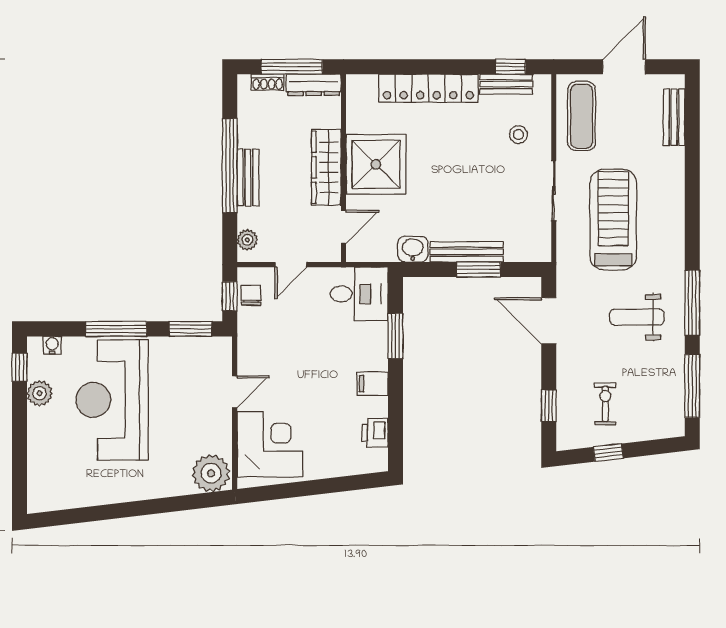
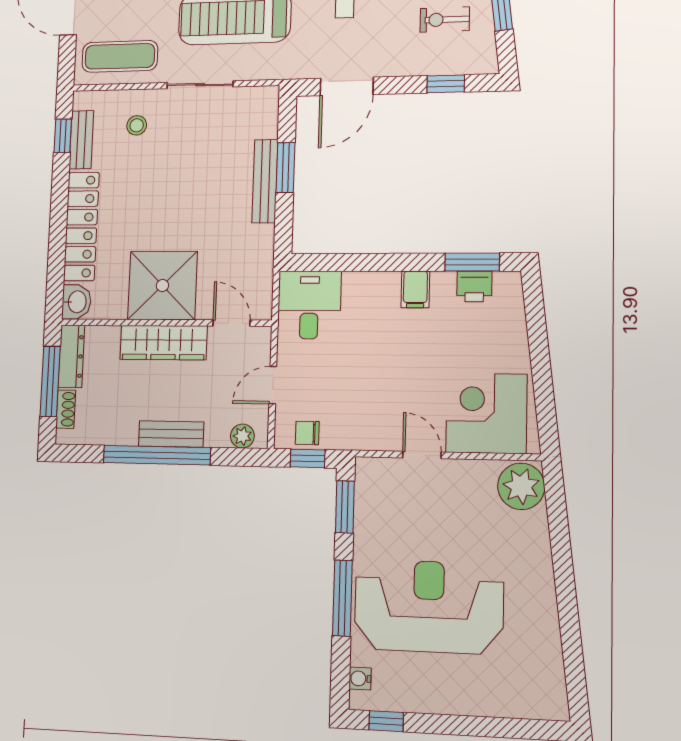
washbasin: (413, 249) -> (76, 302), moved, turned 180
door: (291, 265) -> (273, 385), swing flipped
window: (395, 336) -> (472, 262), moved
plant: (40, 393) -> (419, 697), removed
reception desk: (112, 400) -> (429, 607), turned 180

